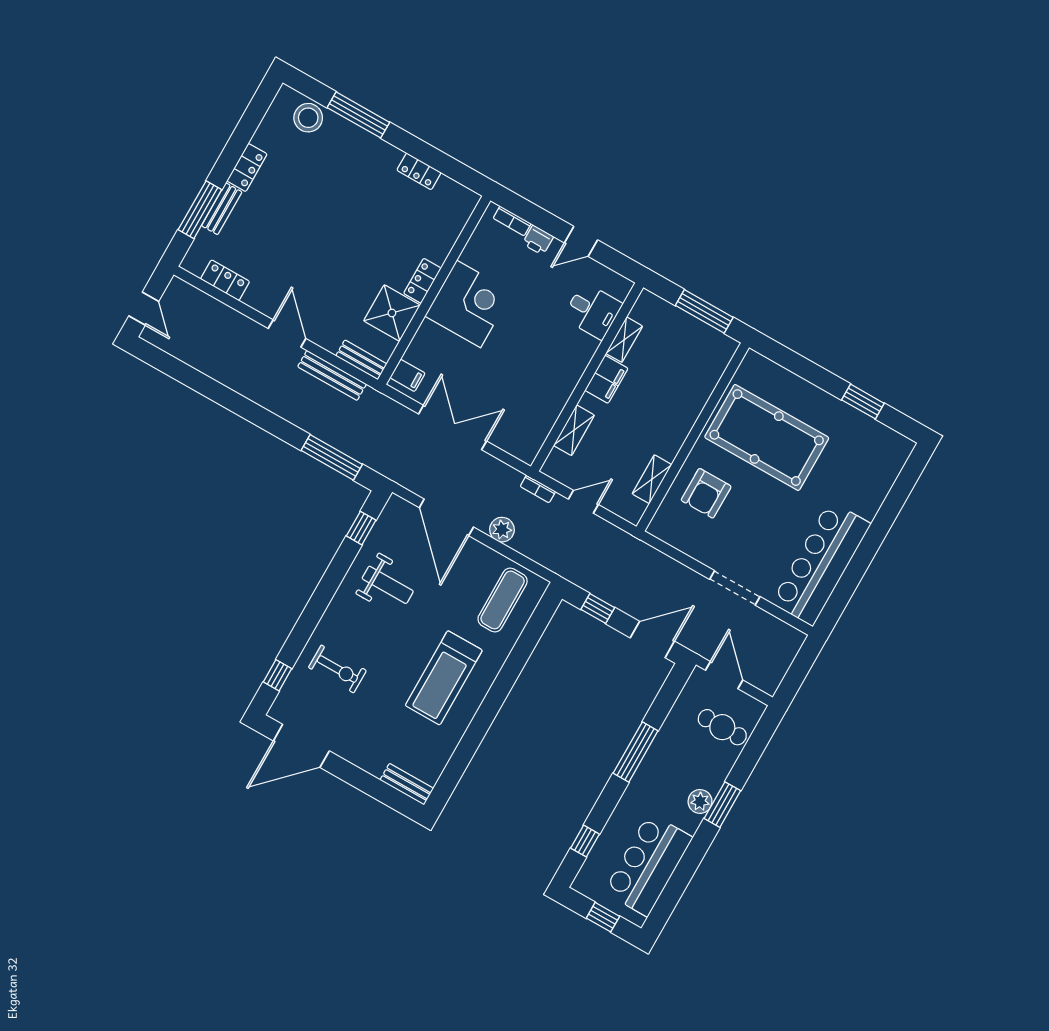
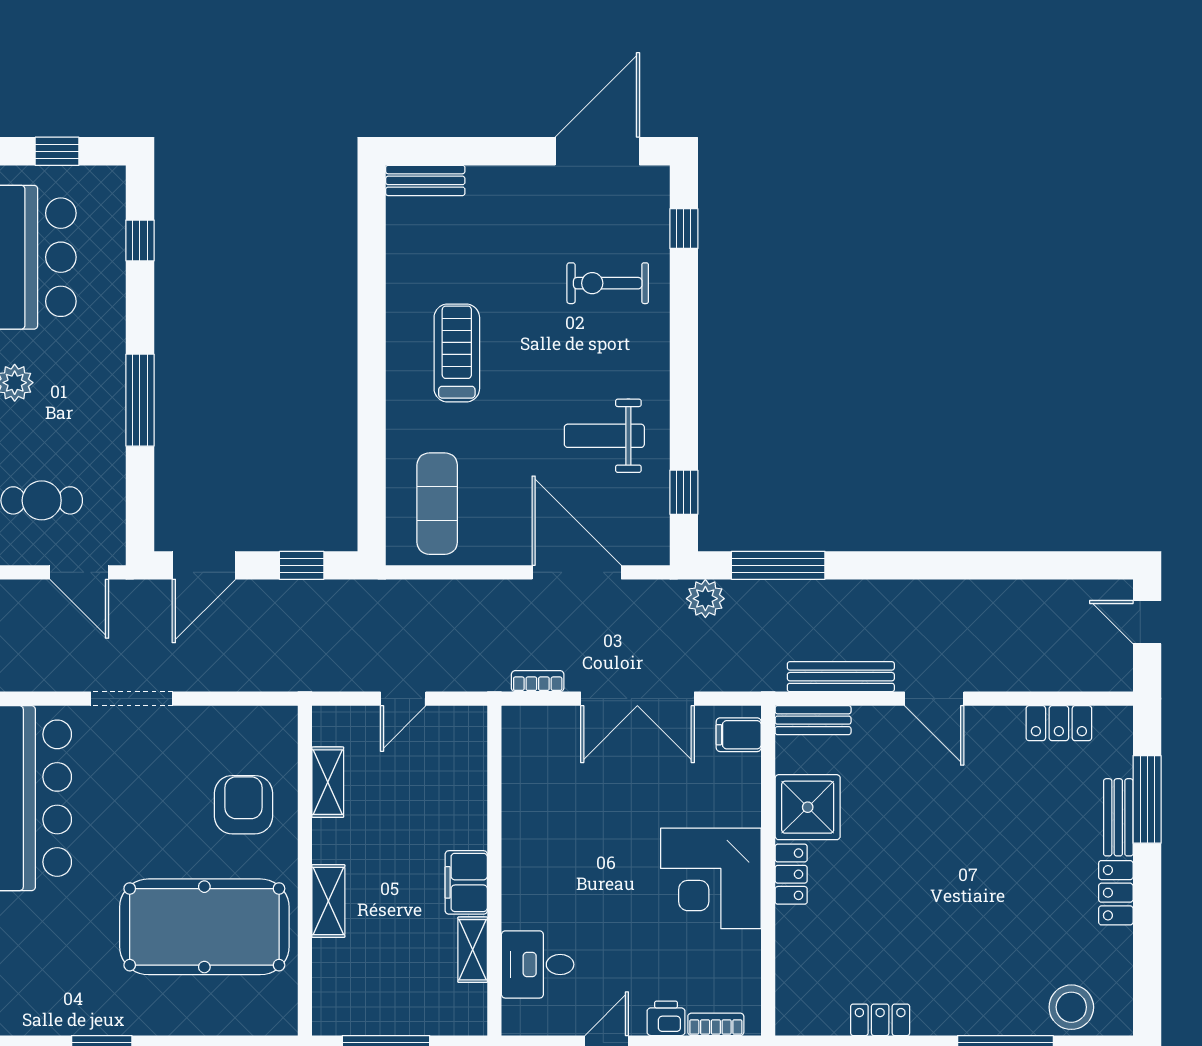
shelving: (574, 430) -> (328, 901), moved
bookcase: (538, 489) -> (538, 681), moved
plant: (502, 530) -> (705, 599), moved
treadmill: (444, 678) -> (457, 353), width x0.73, depth x0.73

